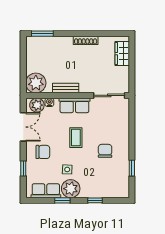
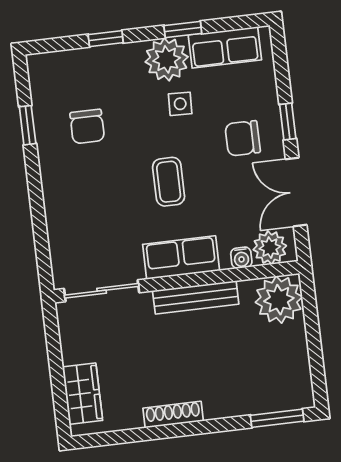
bench: (66, 88) -> (196, 297), width x1.36
chair: (105, 151) -> (87, 126), moved
window: (23, 169) -> (288, 122), moved

